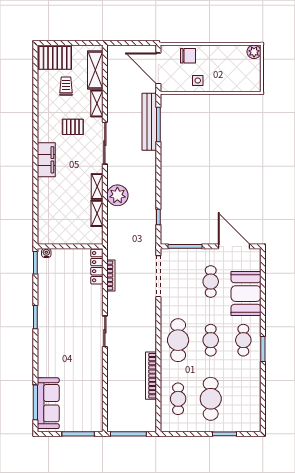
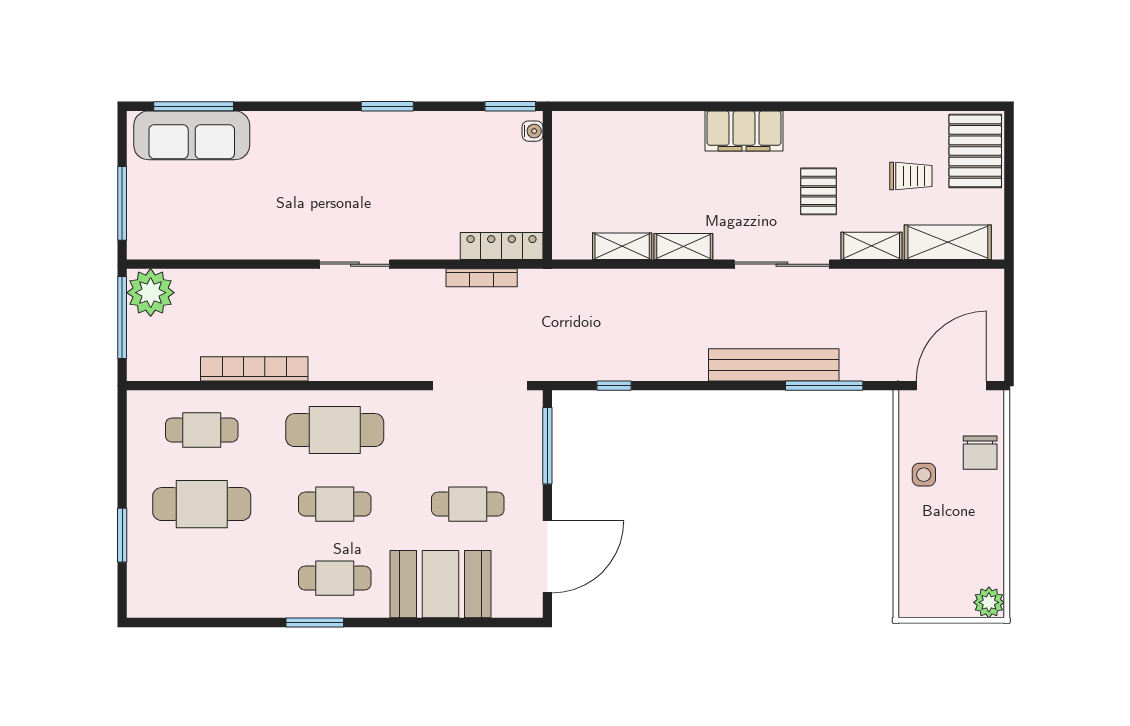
bench: (149, 122) -> (774, 365), moved
plant: (117, 195) -> (151, 293), moved

